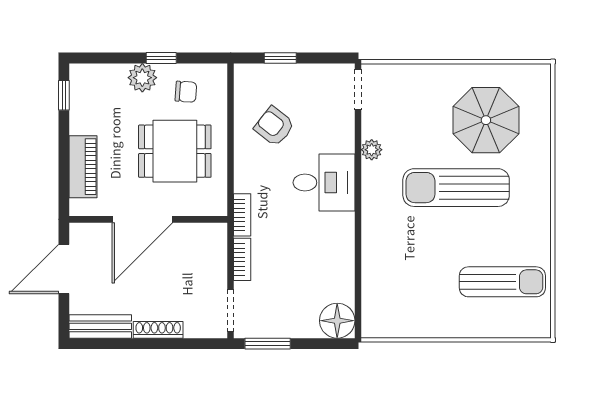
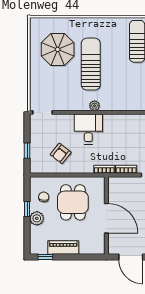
plant: (372, 150) -> (95, 106), moved
piano: (83, 167) -> (63, 247), moved
sun lounger: (456, 188) -> (91, 64), turned 180

